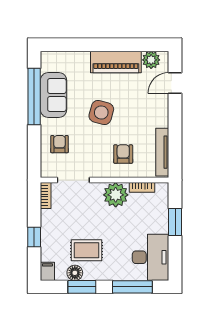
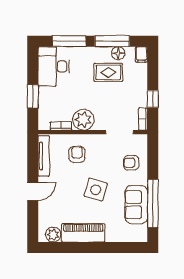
door: (175, 83) -> (33, 191), moved
armchair: (60, 144) -> (131, 163), turned 90
armchair: (123, 154) -> (77, 154), turned 180
window: (34, 237) -> (153, 99), moved
window: (82, 287) -> (112, 41), width x1.44

